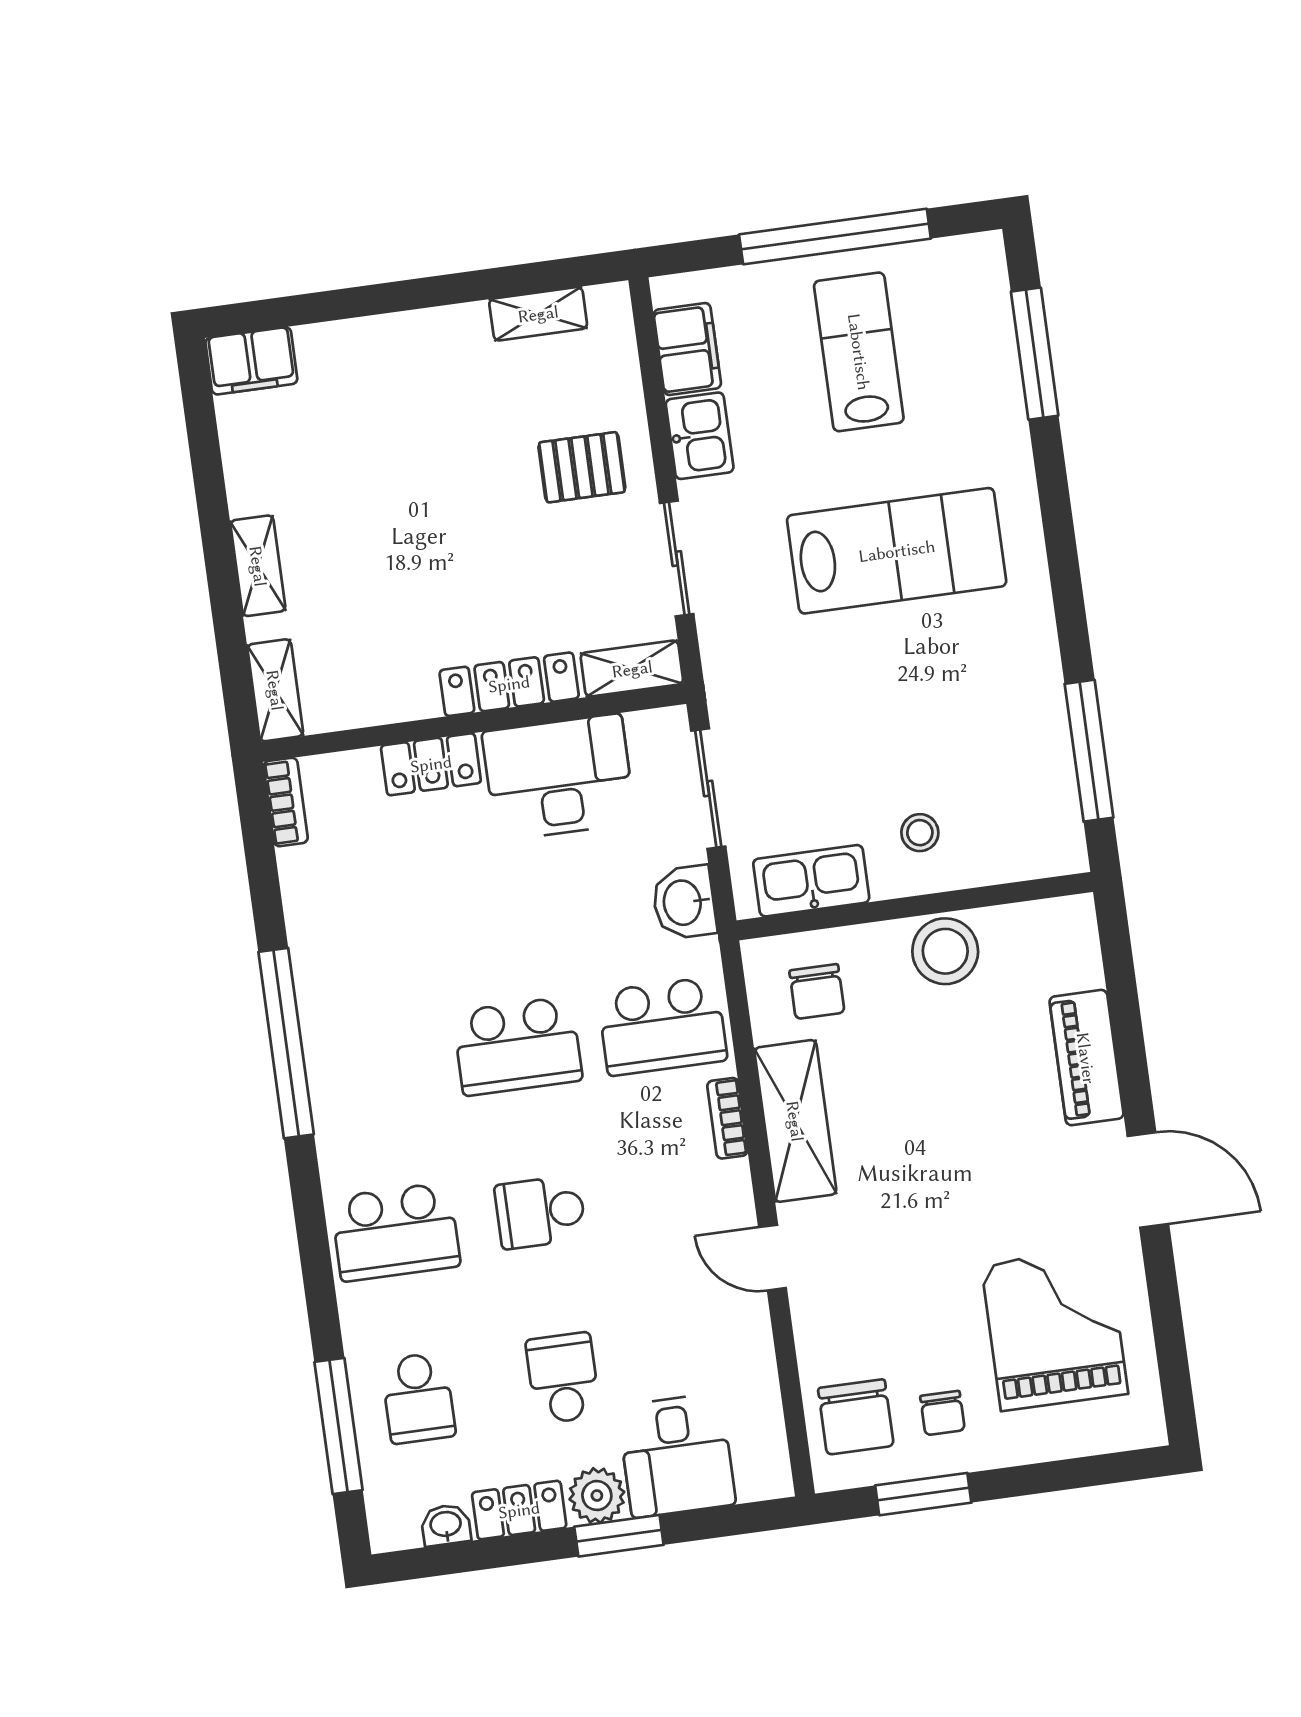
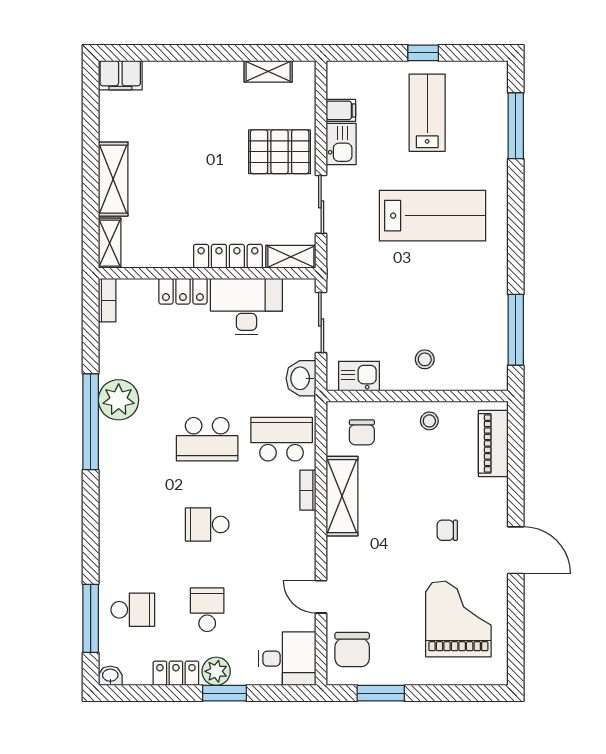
window: (835, 237) -> (423, 53), width x0.32
filing cabinet: (687, 349) -> (341, 110), width x0.50
pallet: (582, 467) -> (280, 152), width x1.50, depth x1.42
shelving: (258, 566) -> (113, 179), width x1.50, depth x1.33
kitchen sink: (811, 881) -> (359, 376), width x0.73
stool: (945, 951) -> (429, 421), width x0.53, depth x0.53
plant: (334, 993) -> (119, 400), added
school desk: (662, 1026) -> (282, 439), turned 180
piano: (1086, 1058) -> (493, 443), moved
school desk: (395, 1232) -> (133, 524), removed
door: (772, 1258) -> (321, 597), moved
school desk: (418, 1398) -> (133, 610), turned -90
chair: (942, 1413) -> (447, 530), moved, turned 90
desk: (677, 1455) -> (287, 659), moved, turned -90
washbasin: (446, 1525) -> (110, 676), moved

